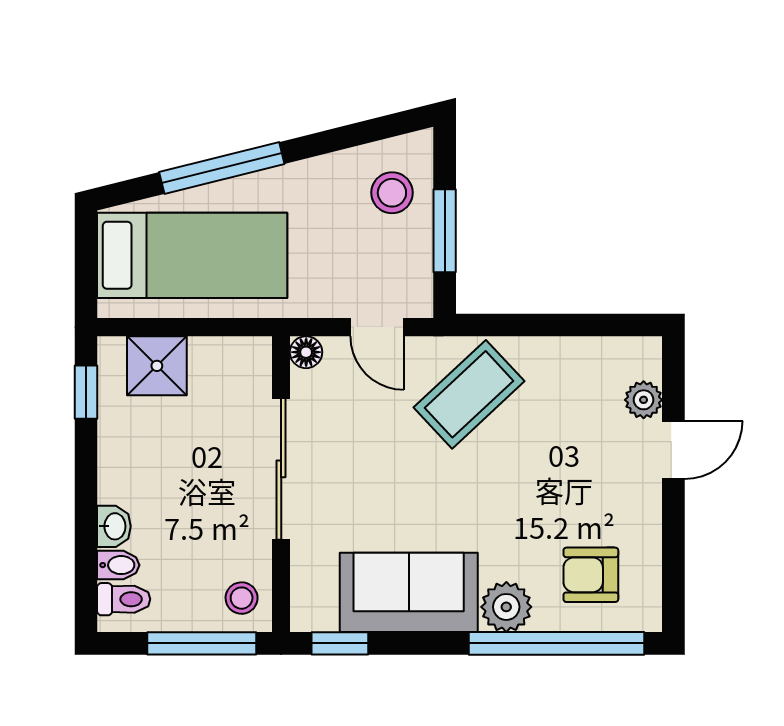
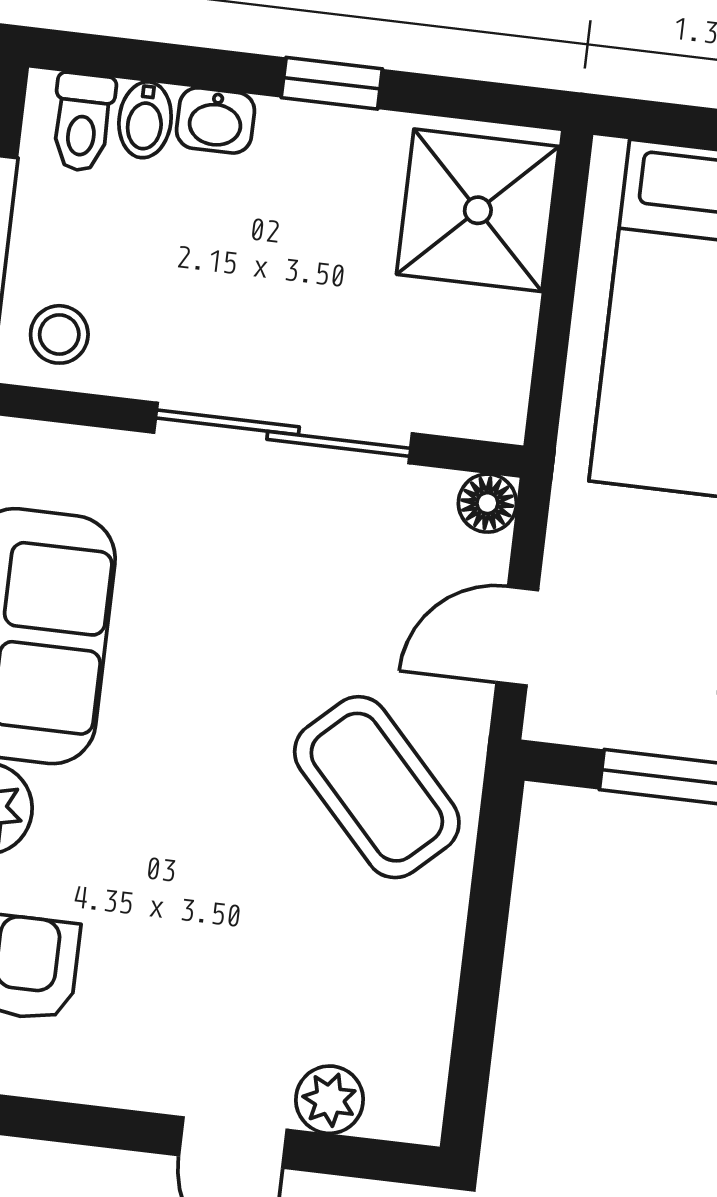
shower: (157, 366) -> (478, 210), width x1.36, depth x1.36
window: (86, 392) -> (332, 83), moved

